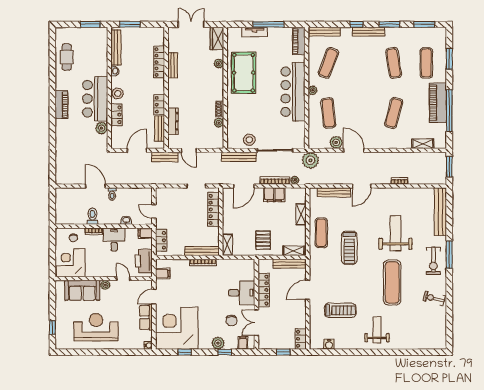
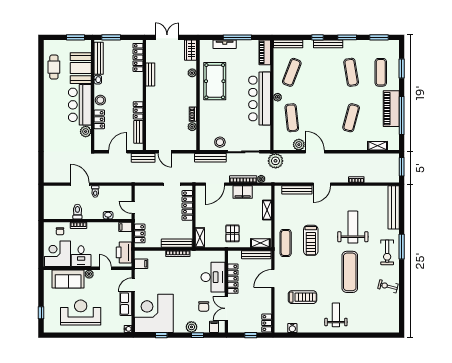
booth: (96, 58) -> (81, 68), added
locker: (159, 62) -> (138, 57), moved
piano: (62, 105) -> (49, 110), removed
dresser: (173, 121) -> (151, 125), removed
exercise mat: (321, 233) -> (286, 243), moved
desk: (114, 239) -> (81, 256), moved, turned 180
desk: (242, 293) -> (213, 277), width x1.37

